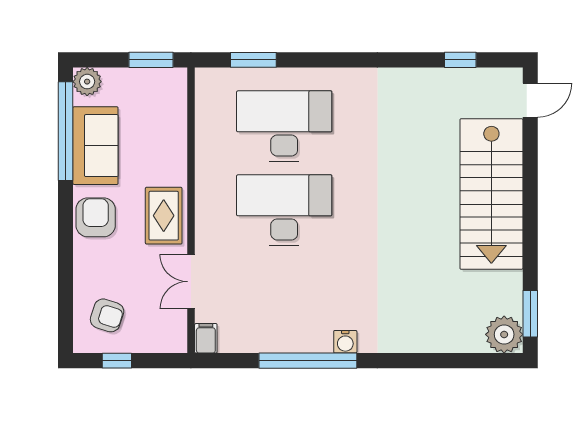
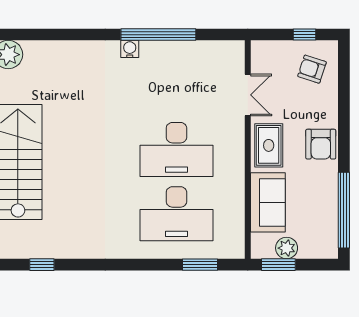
plant: (87, 82) -> (287, 248), moved
sofa: (95, 146) -> (268, 202), moved, turned 180
filing cabinet: (206, 338) -> (236, 52), removed

